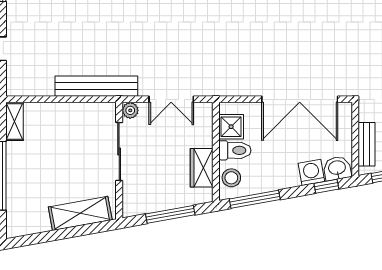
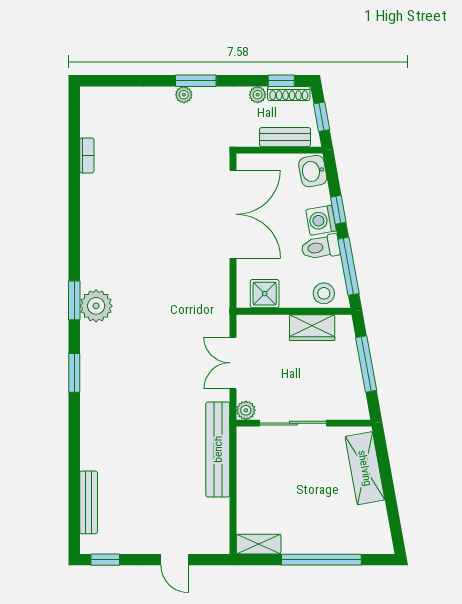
double door: (171, 99) -> (233, 363), swing flipped
toilet: (235, 150) -> (320, 247), moved, turned -100
washing machine: (311, 172) -> (321, 220), moved
window: (326, 186) -> (338, 210), moved

